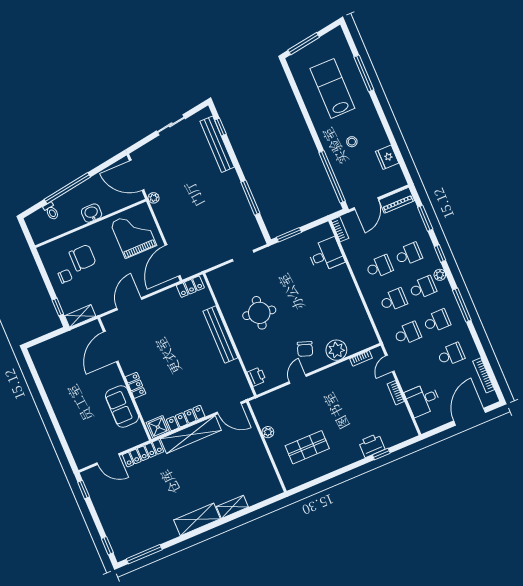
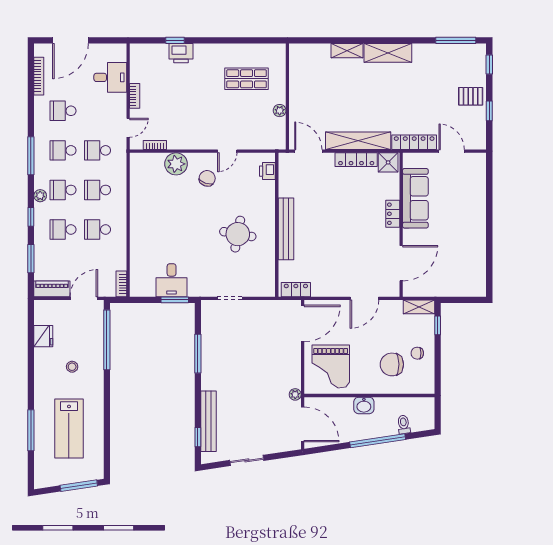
desk: (326, 255) -> (172, 280), moved, turned -90
sofa: (122, 406) -> (415, 198), width x1.36
window: (84, 490) -> (489, 111), moved
pallet: (112, 512) -> (471, 96), added

